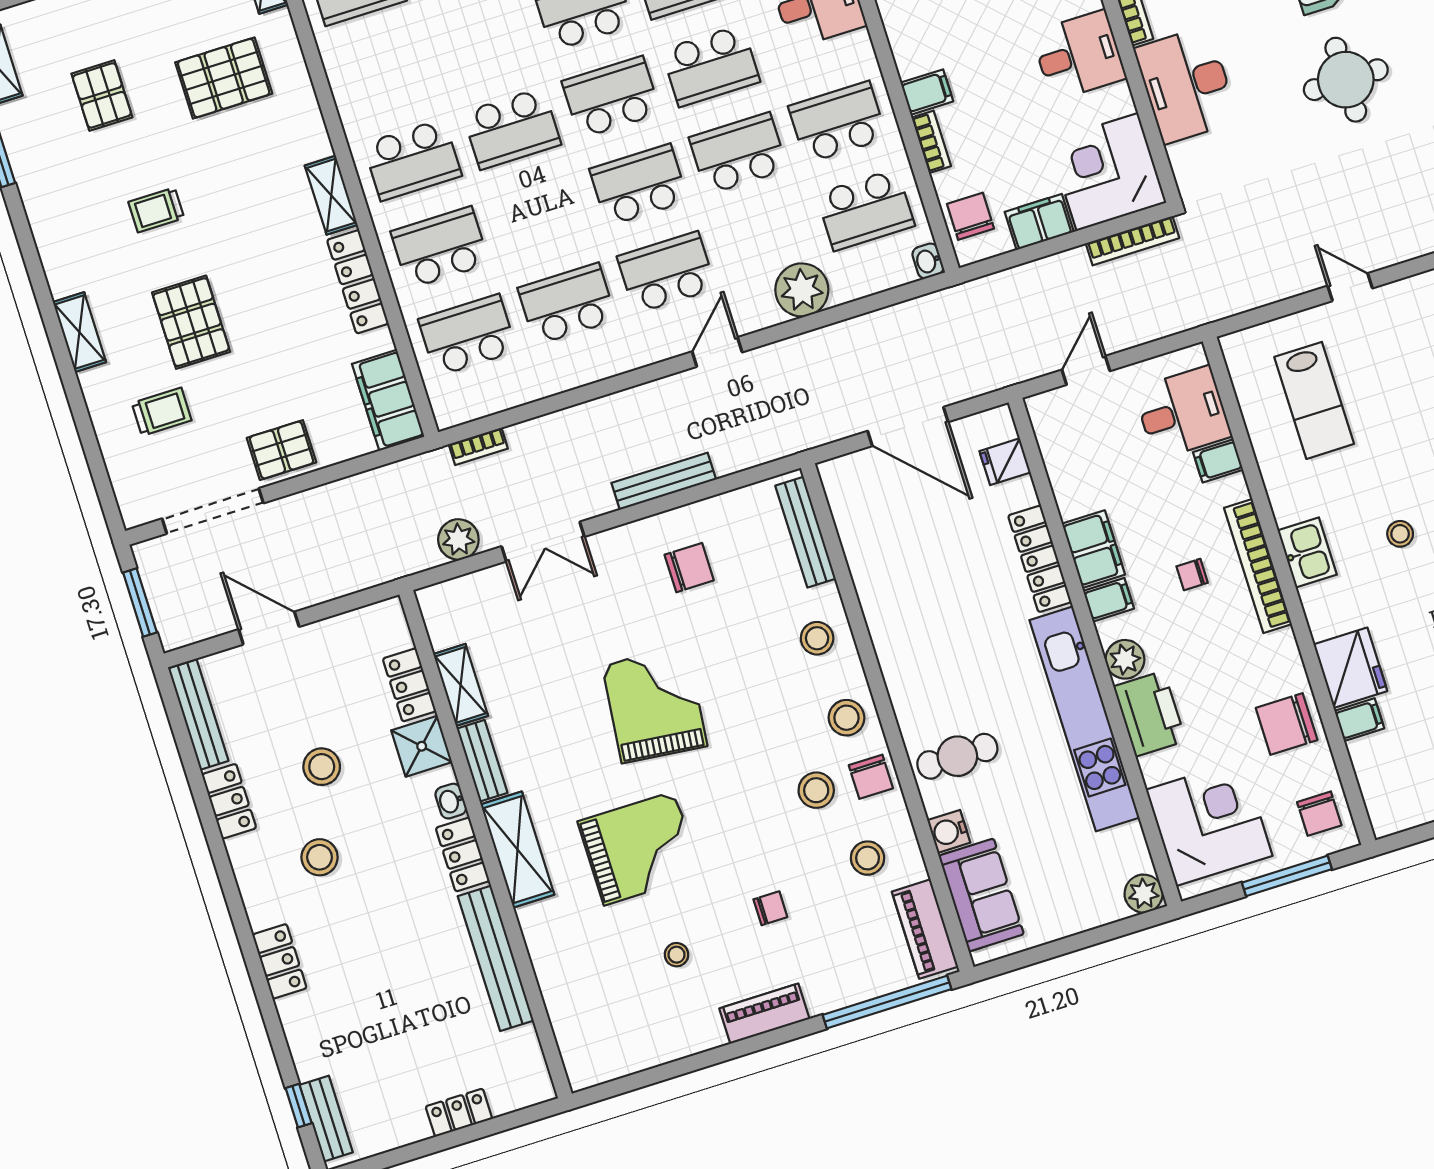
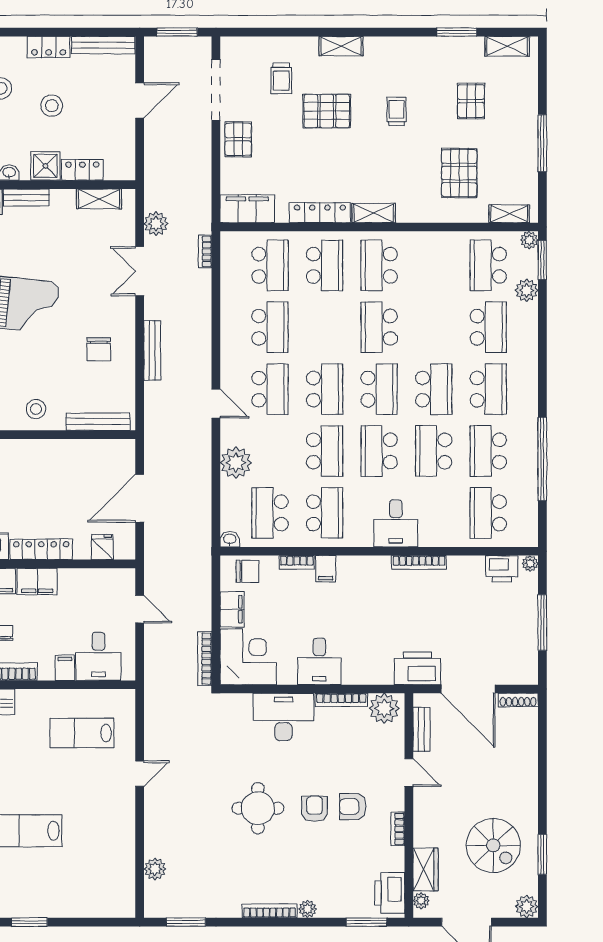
pallet: (102, 95) -> (471, 101), turned 90
shelving: (461, 685) -> (99, 199), moved

